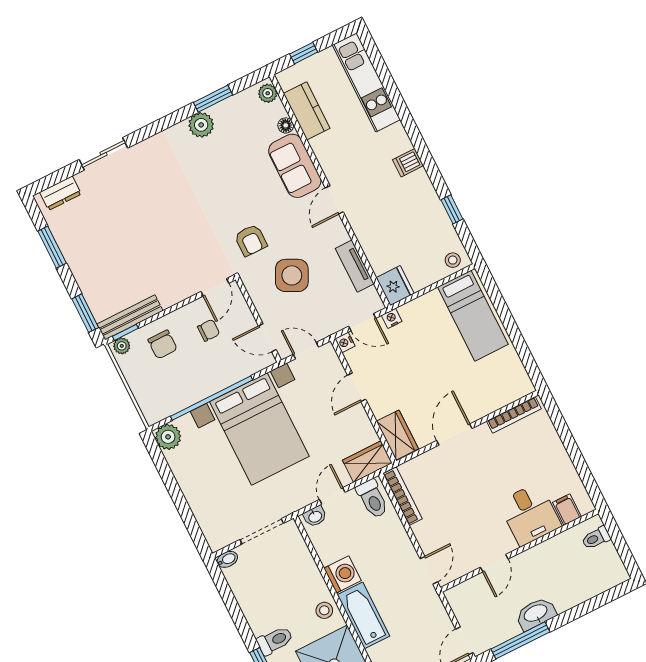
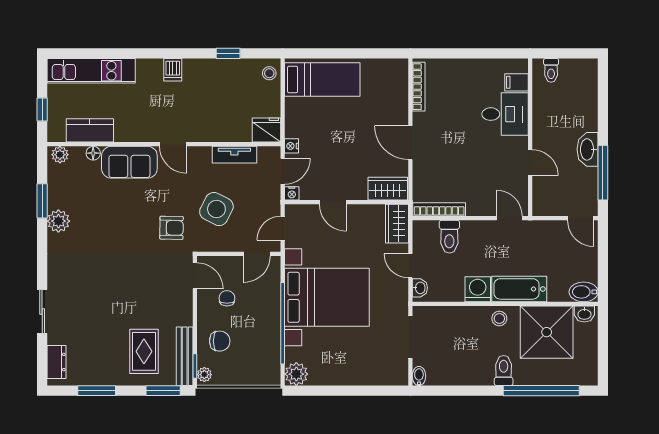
rug: (115, 275) -> (144, 351), added
toilet: (372, 499) -> (449, 237), moved, turned 90

